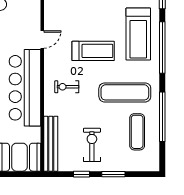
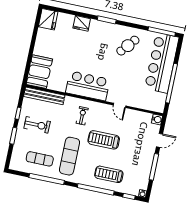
treadmill: (138, 34) -> (109, 174), width x0.73, depth x0.73
treadmill: (93, 51) -> (104, 140), turned 90
bar counter: (25, 88) -> (88, 86), width x0.73

